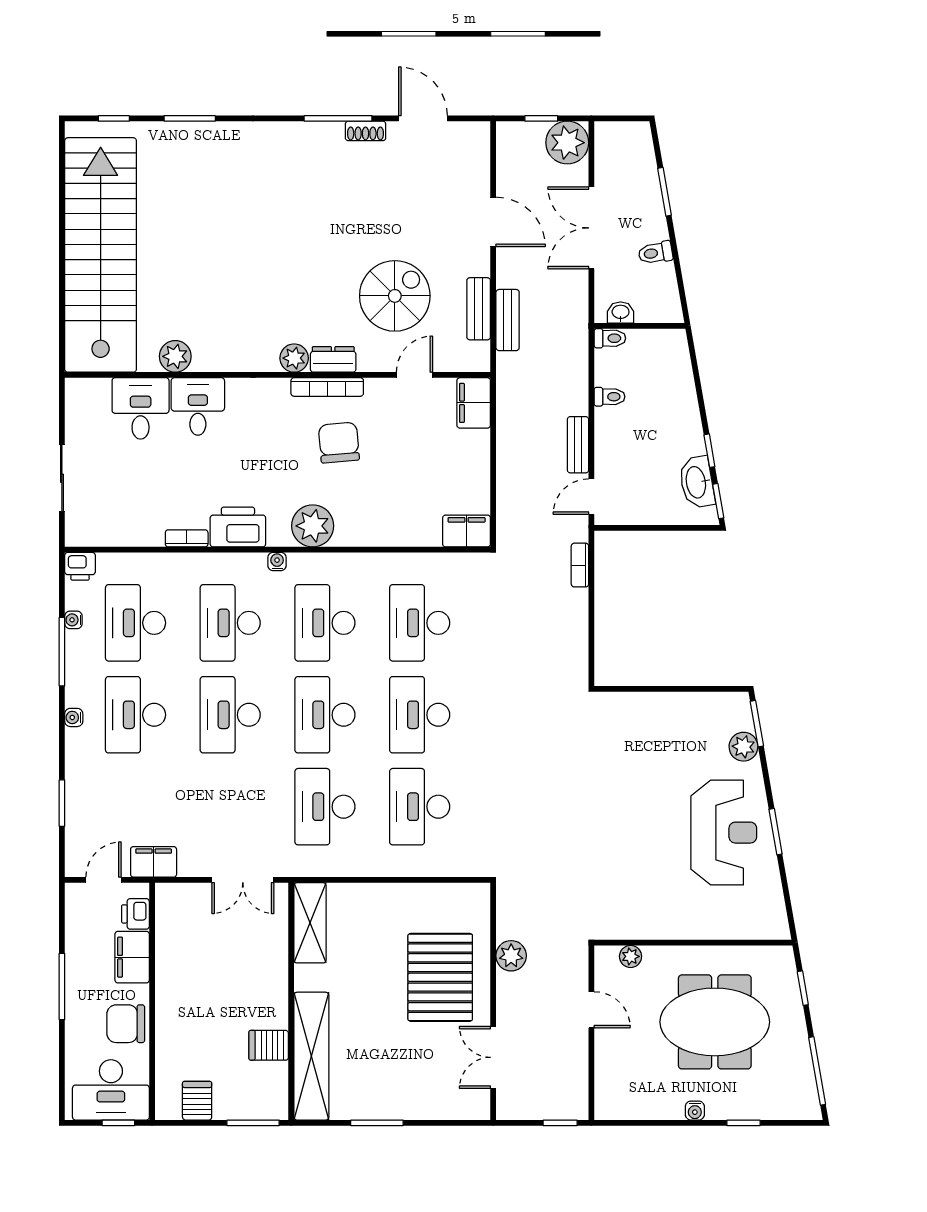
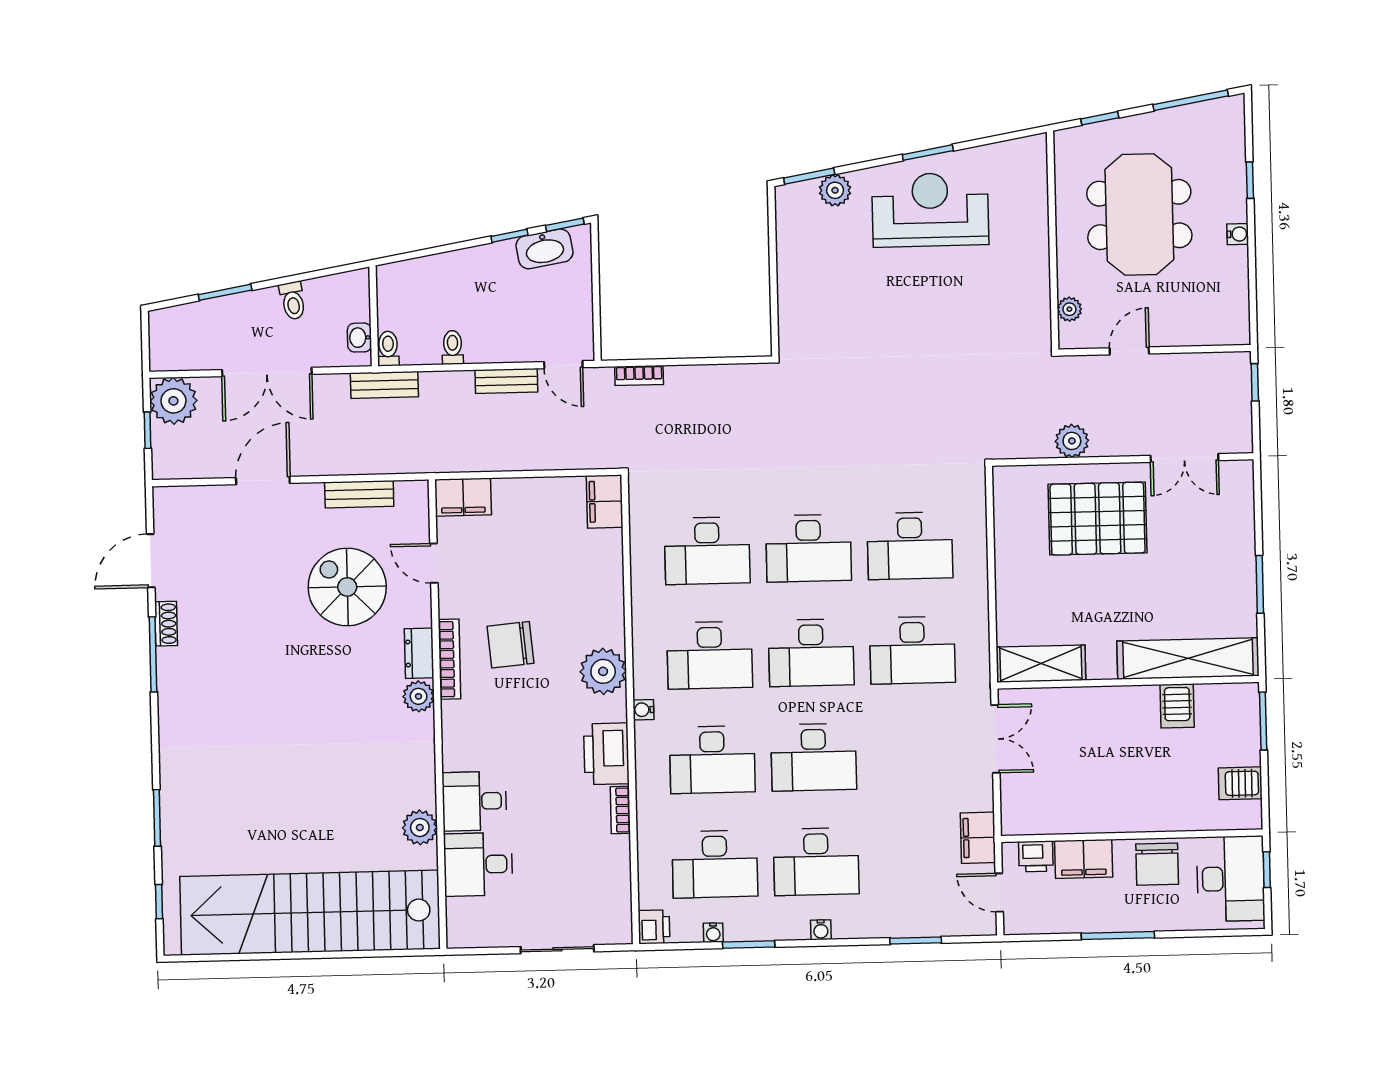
bench: (508, 320) -> (384, 385), moved
window: (62, 652) -> (749, 944), width x0.69

